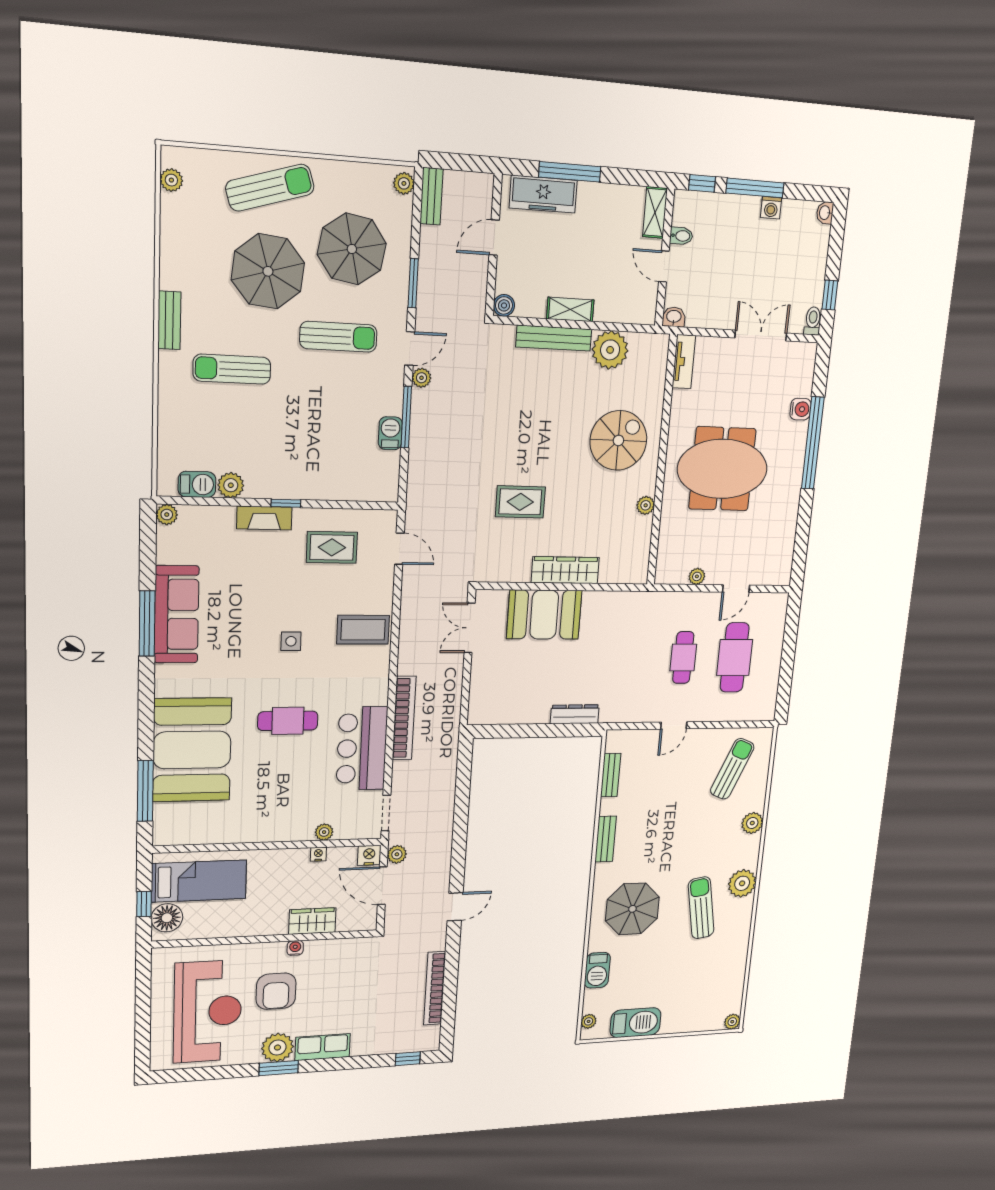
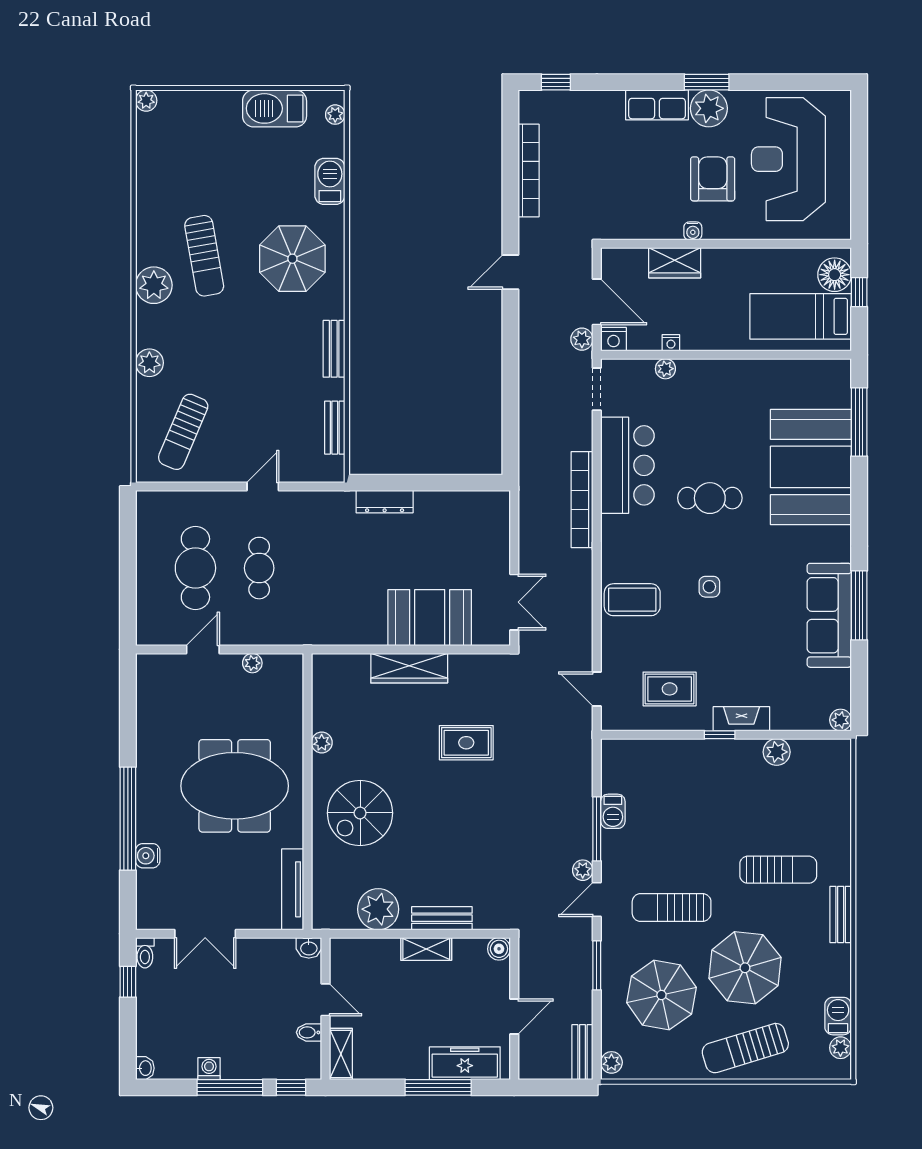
bench: (554, 338) -> (442, 918), width x0.73
tv unit: (684, 362) -> (293, 889), width x1.41
barbecue: (197, 484) -> (838, 1016), moved, turned 90

